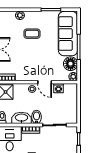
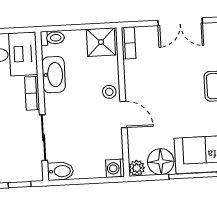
door: (45, 82) -> (124, 115), swing flipped
washing machine: (58, 88) -> (115, 168), moved
bidet: (37, 117) -> (60, 171), moved

